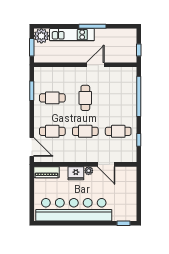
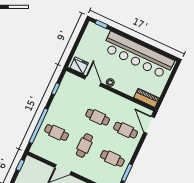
cafe table: (118, 131) -> (57, 133), moved
fridge: (76, 173) -> (79, 65), moved

